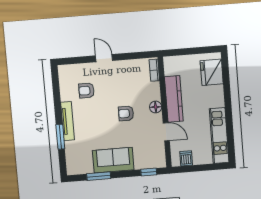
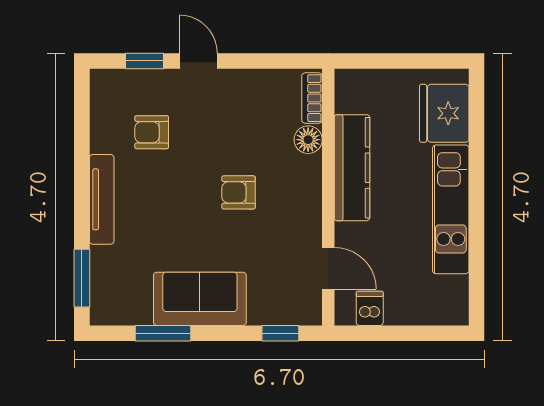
window: (81, 60) -> (145, 61), added
floor lamp: (156, 107) -> (308, 140), moved
door: (166, 132) -> (328, 268), moved
kitchen unit: (219, 135) -> (451, 209), moved
window: (60, 137) -> (82, 278), moved

